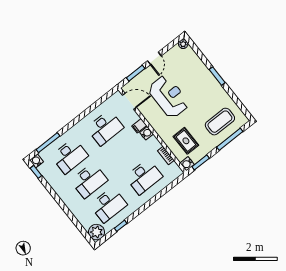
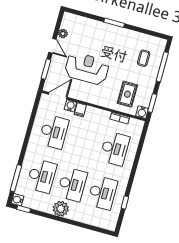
plant: (183, 44) -> (63, 34), moved
coffee table: (220, 122) -> (144, 58), width x0.54, depth x0.58
water cooler: (147, 133) -> (70, 106), moved
rug: (186, 141) -> (127, 94), turned 90
plant: (97, 232) -> (61, 209), moved

